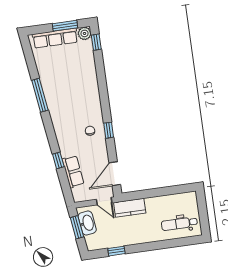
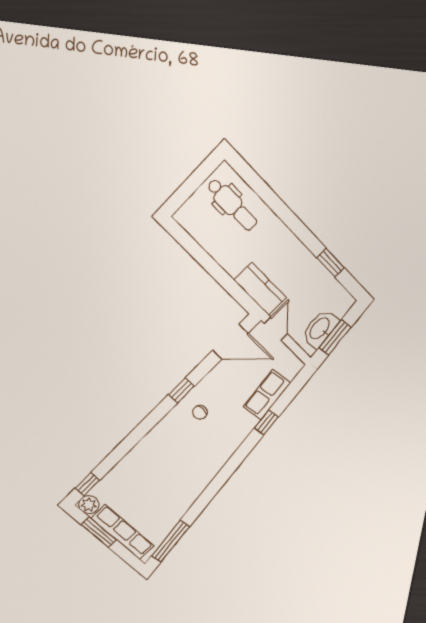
window: (40, 95) -> (170, 541), moved

